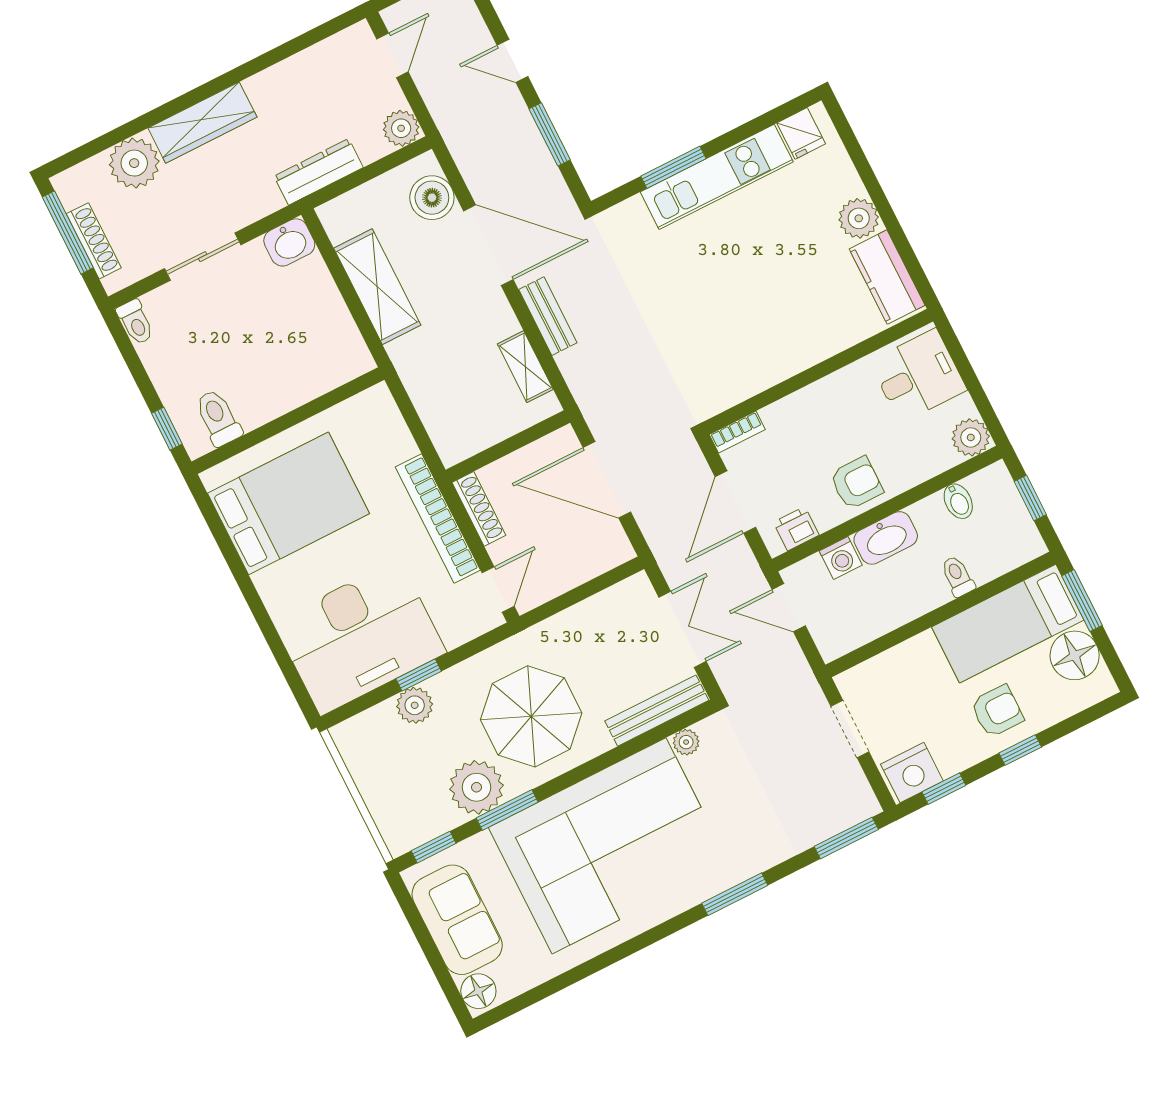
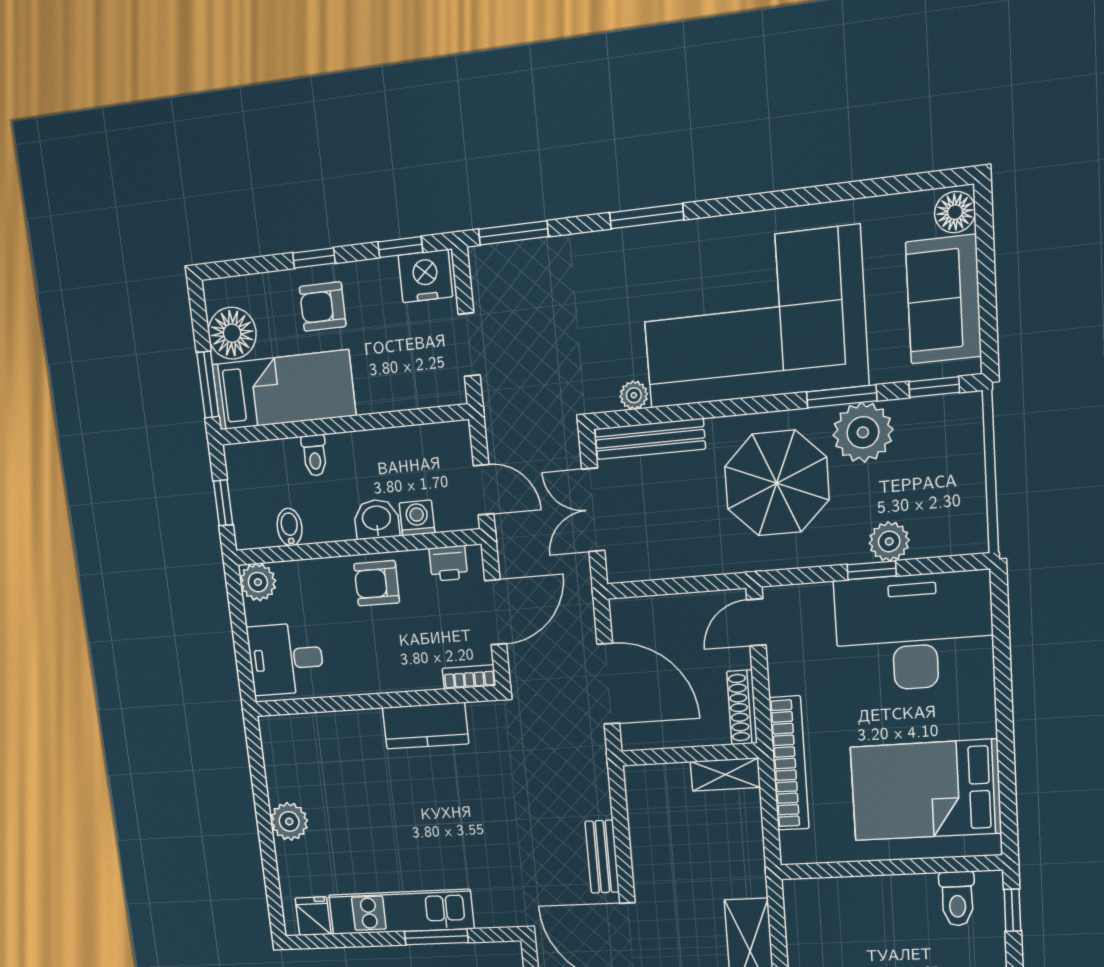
kitchen counter: (887, 277) -> (426, 726), moved, turned 90
shelving: (525, 367) -> (725, 774), moved, turned 90
bookcase: (438, 518) -> (789, 763), moved
washbasin: (886, 538) -> (377, 519), width x0.72

